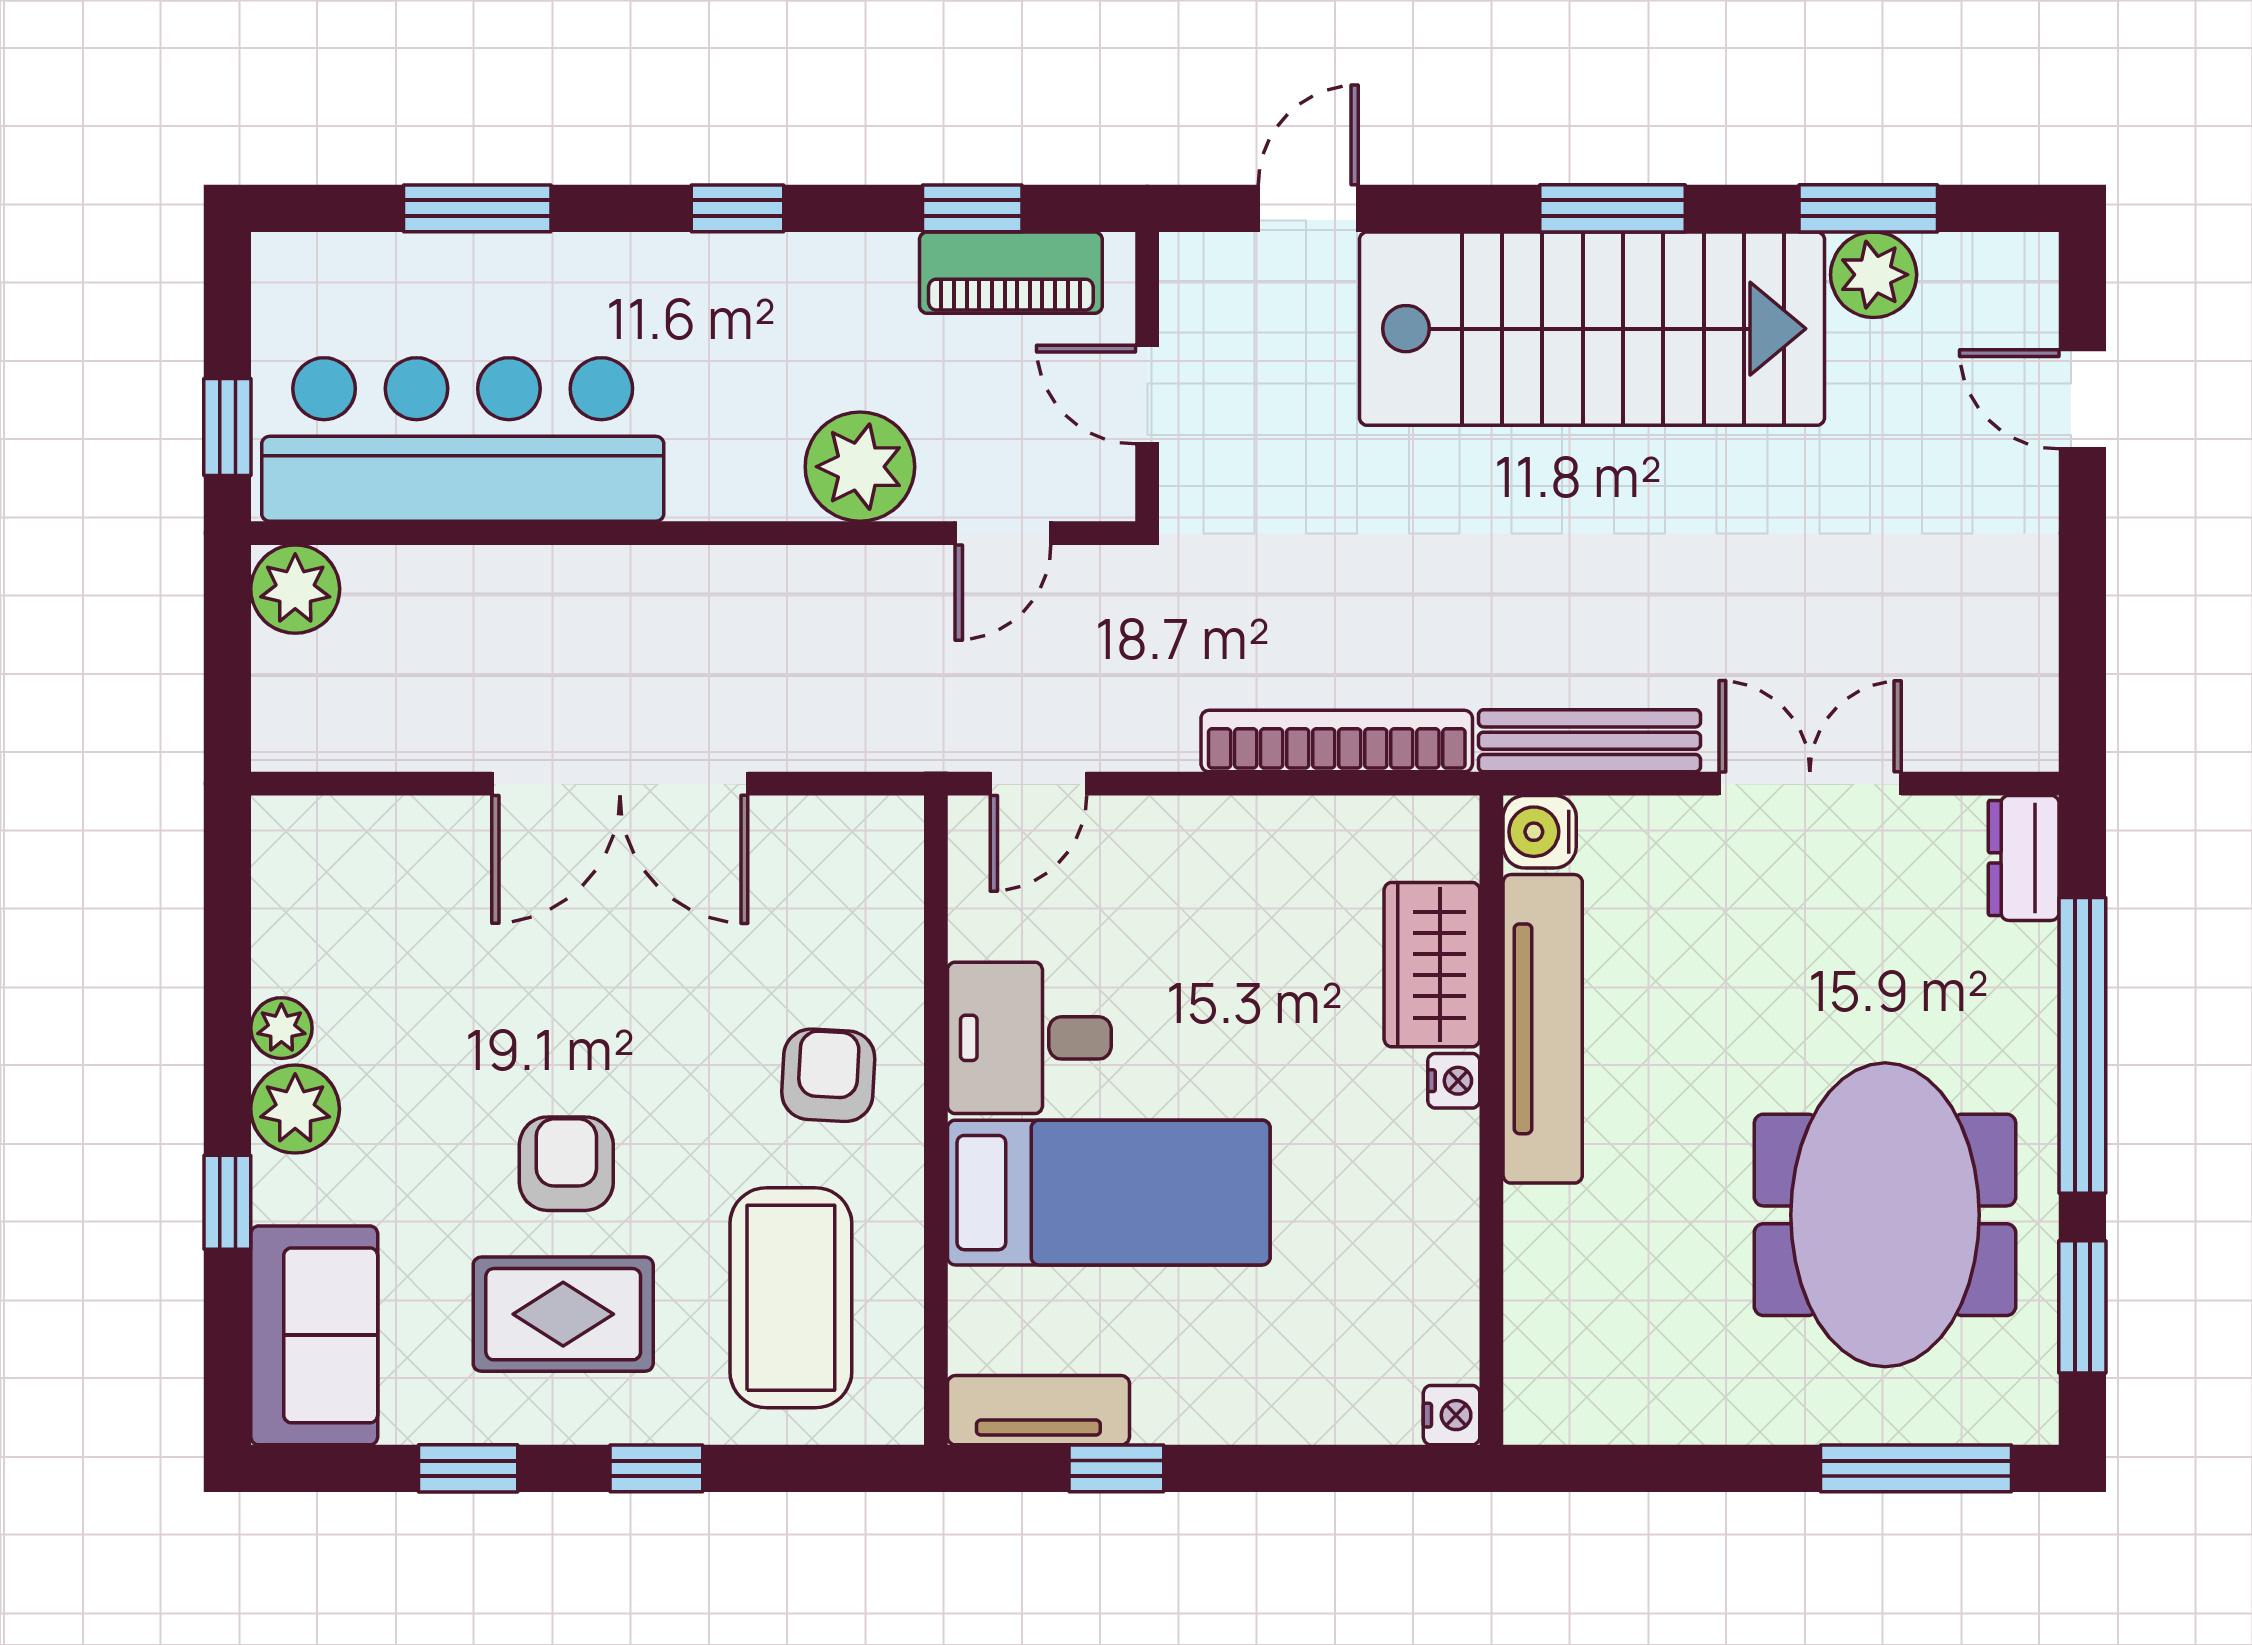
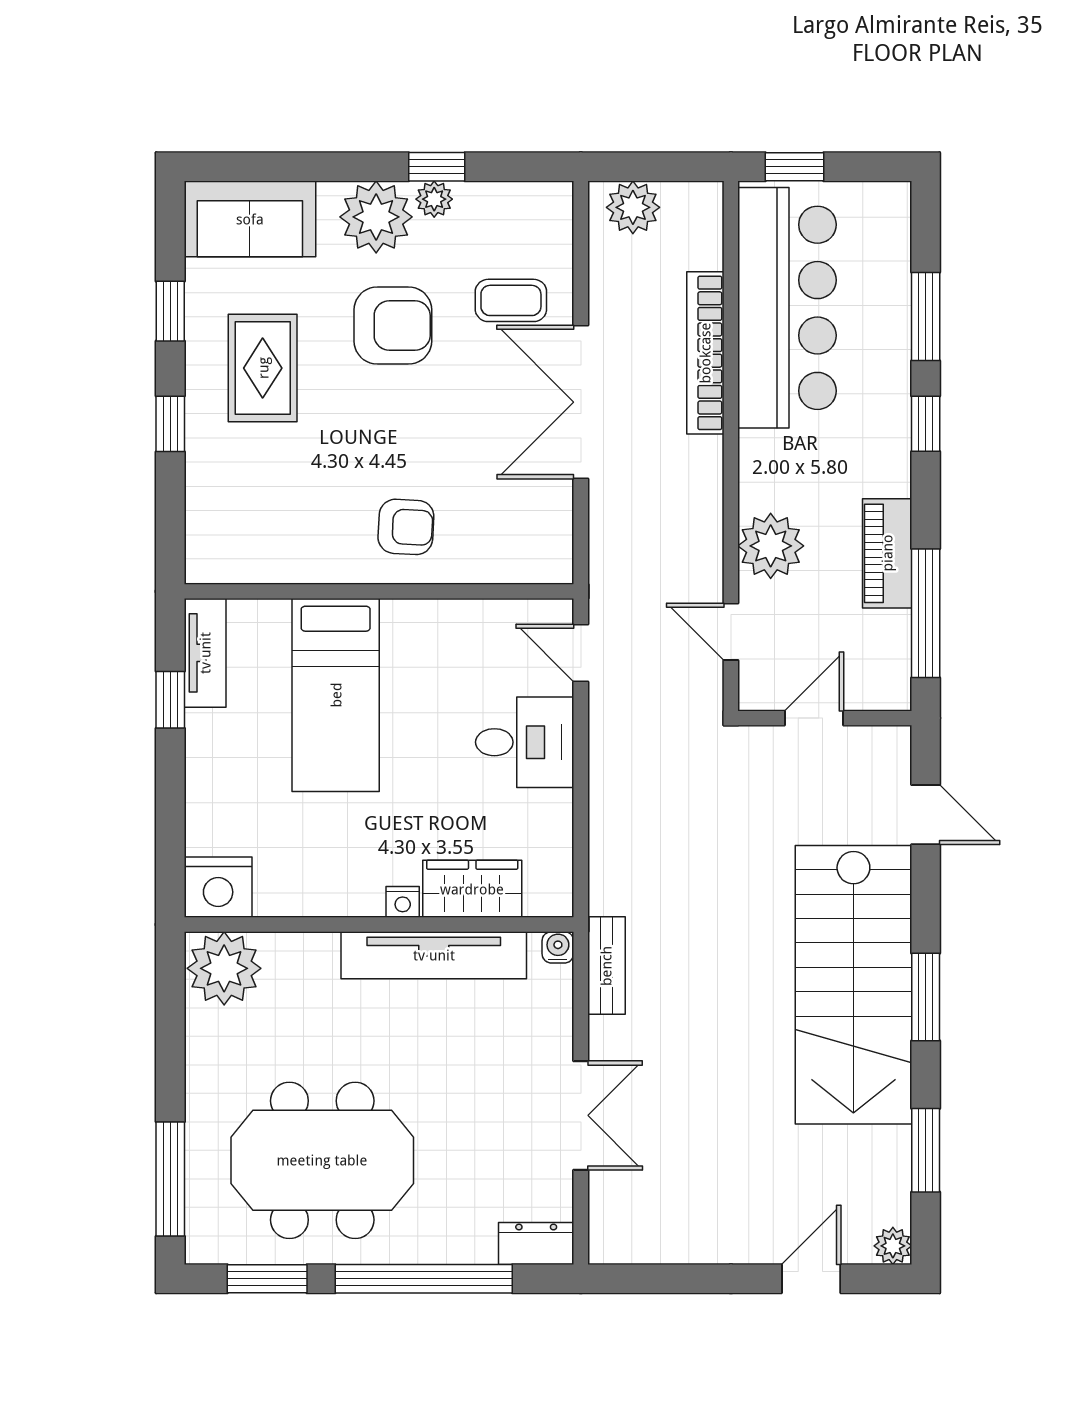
window: (738, 208) -> (926, 424), moved
window: (972, 208) -> (926, 613), width x2.17
piano: (1011, 273) -> (887, 553), moved
plant: (1874, 275) -> (893, 1246), moved, width x0.73, depth x0.73
plant: (295, 589) -> (633, 207), moved
bookcase: (1337, 741) -> (705, 353), moved, turned 180
bench: (1590, 741) -> (606, 966), width x0.73
water cooler: (1540, 832) -> (558, 947), width x0.72, depth x0.72
desk: (1029, 1038) -> (525, 742), moved, turned 90
plant: (295, 1109) -> (376, 217), width x1.36, depth x1.36
armchair: (566, 1164) -> (393, 326), moved, width x1.38, depth x1.38
window: (227, 1202) -> (437, 167), moved
coffee table: (791, 1298) -> (511, 300), moved, width x0.54, depth x0.58
plant: (1565, 1379) -> (224, 968), added
nightstand: (1452, 1415) -> (218, 887), width x1.89, depth x1.79

